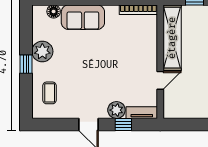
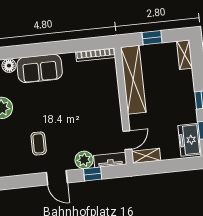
door: (160, 80) -> (127, 140), moved
coffee table: (50, 93) -> (39, 143), moved
shelving: (177, 112) -> (146, 156), added

